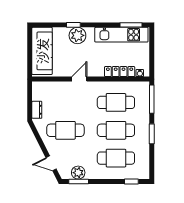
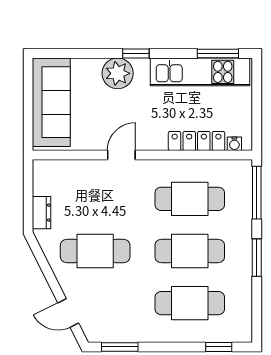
window: (73, 25) -> (136, 54), moved
plant: (78, 173) -> (119, 330), removed

